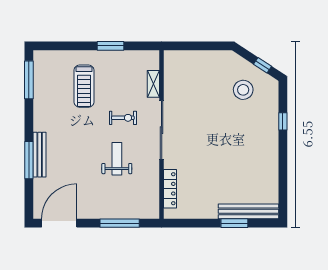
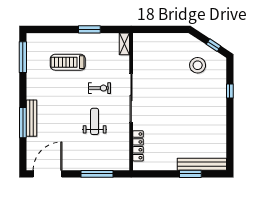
shelving: (153, 84) -> (124, 44), moved
treadmill: (84, 86) -> (68, 62), turned 90

